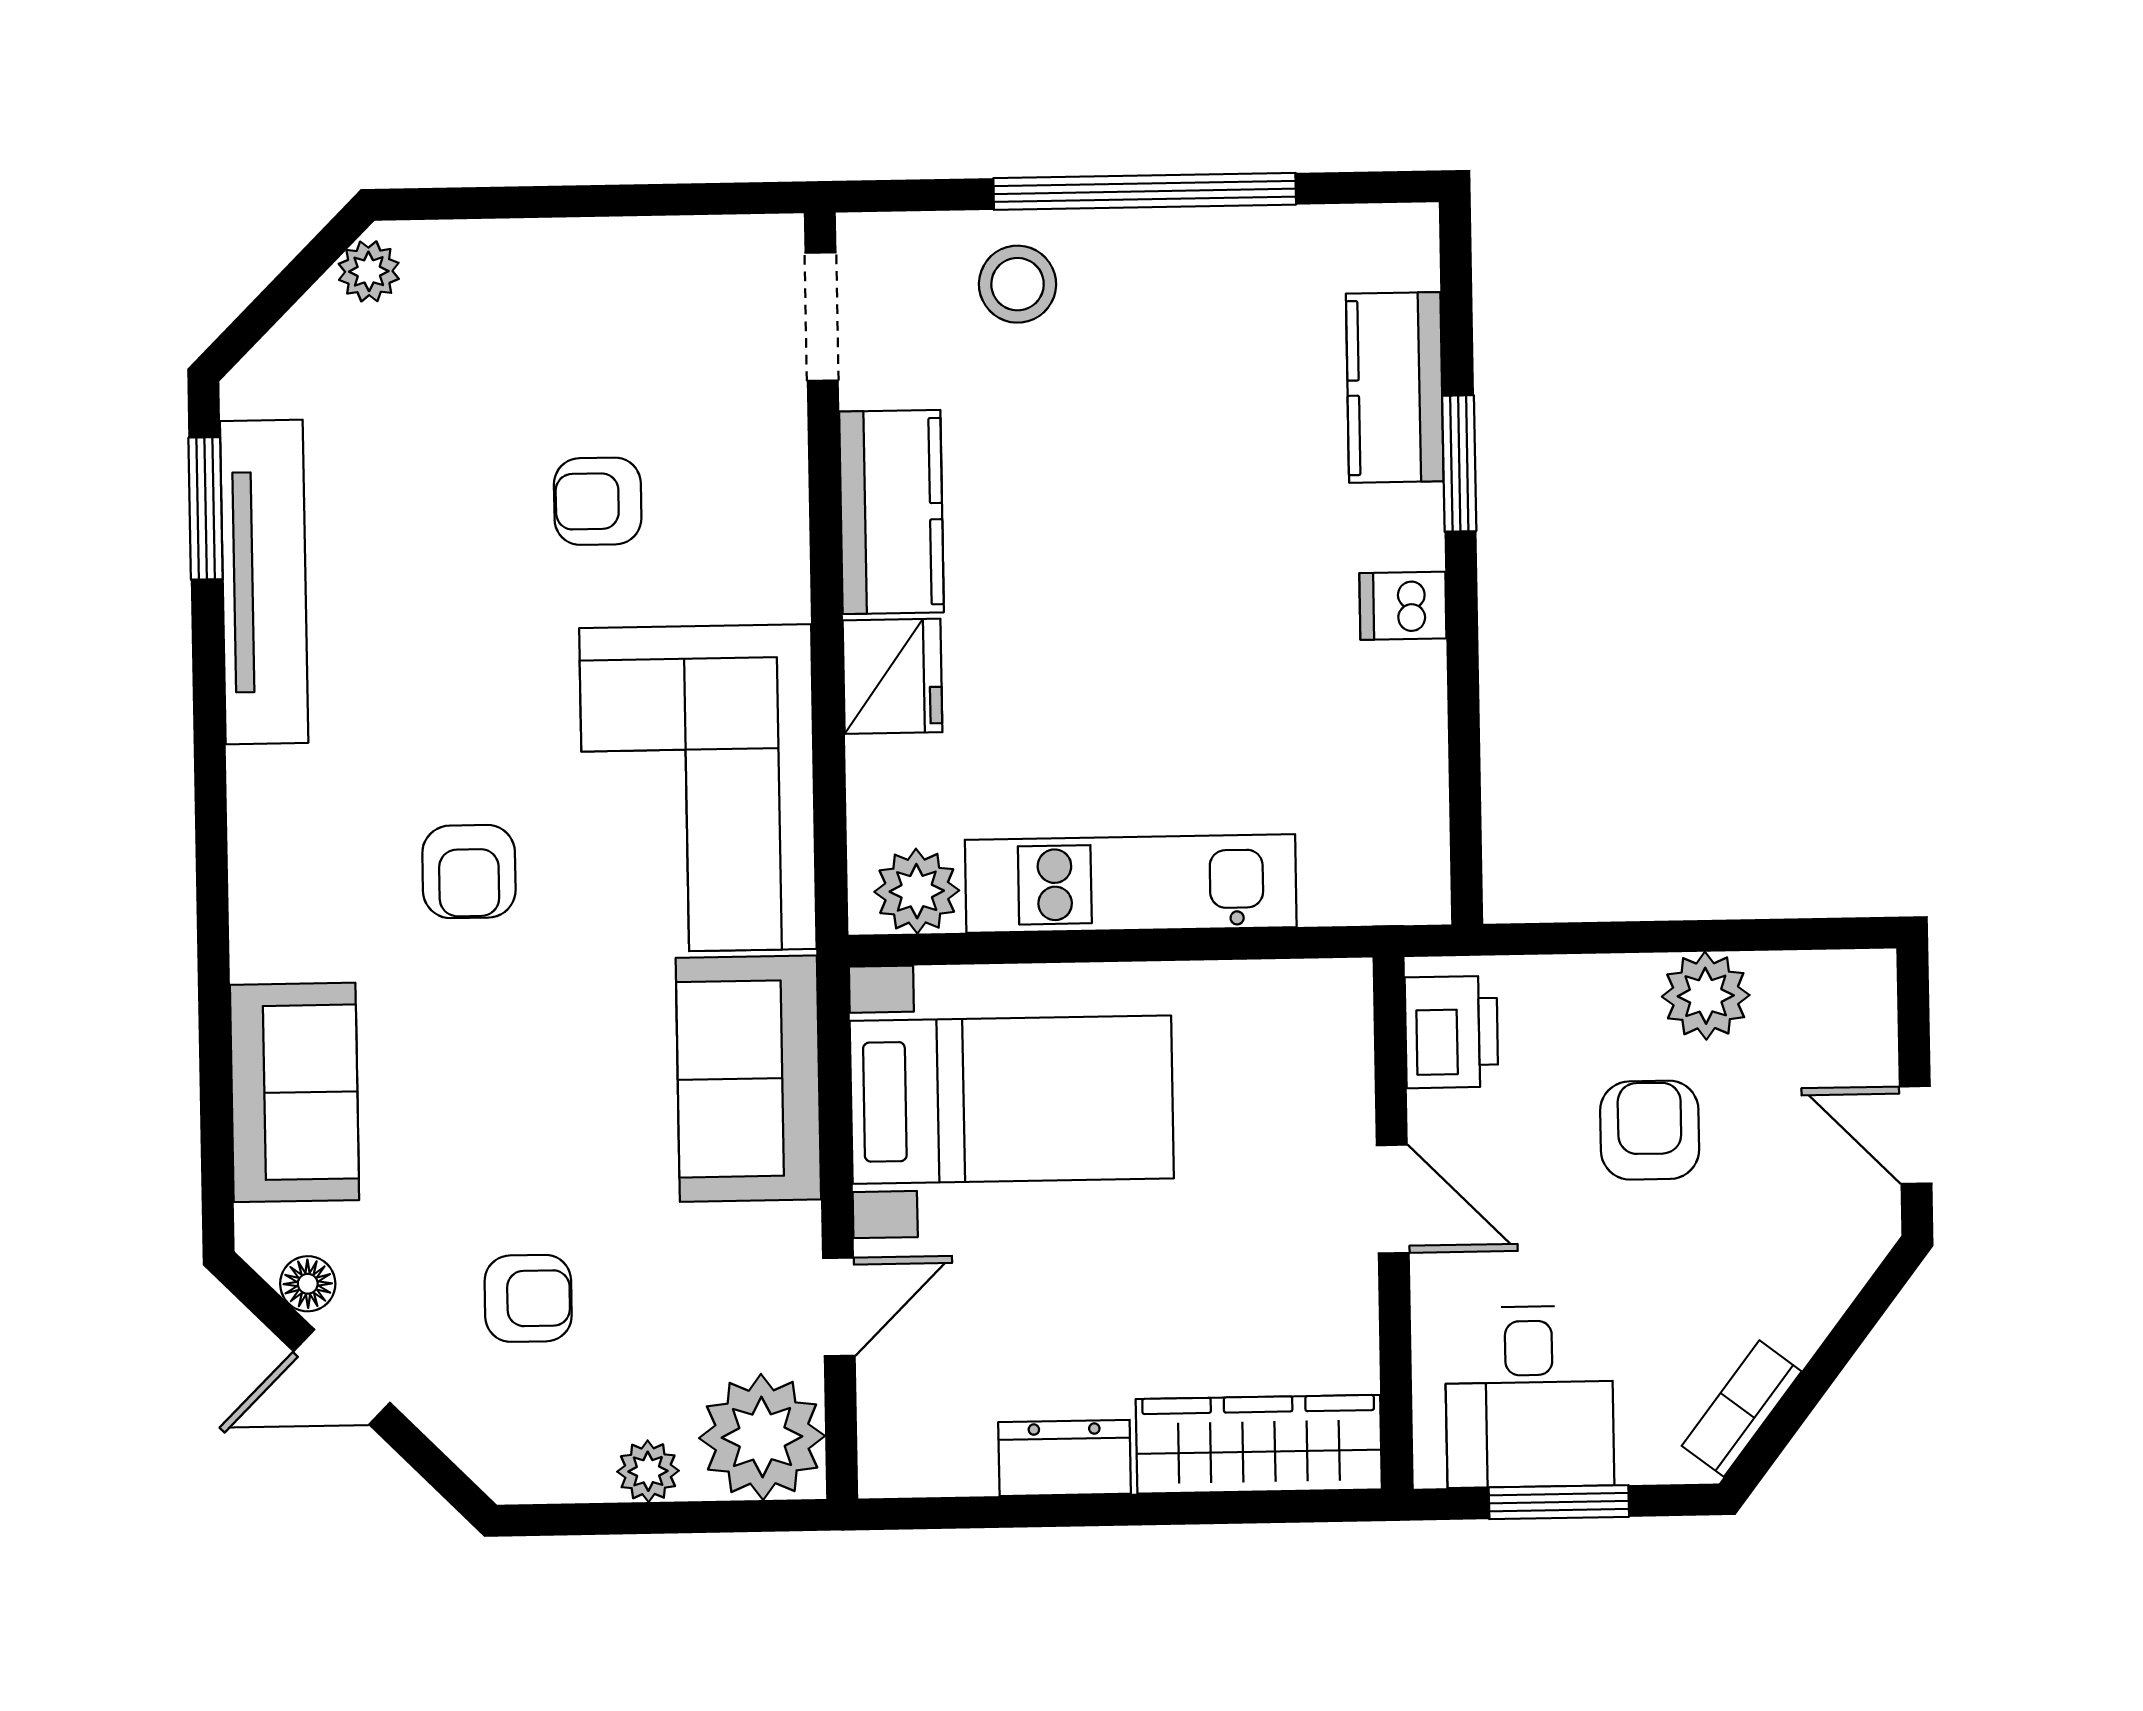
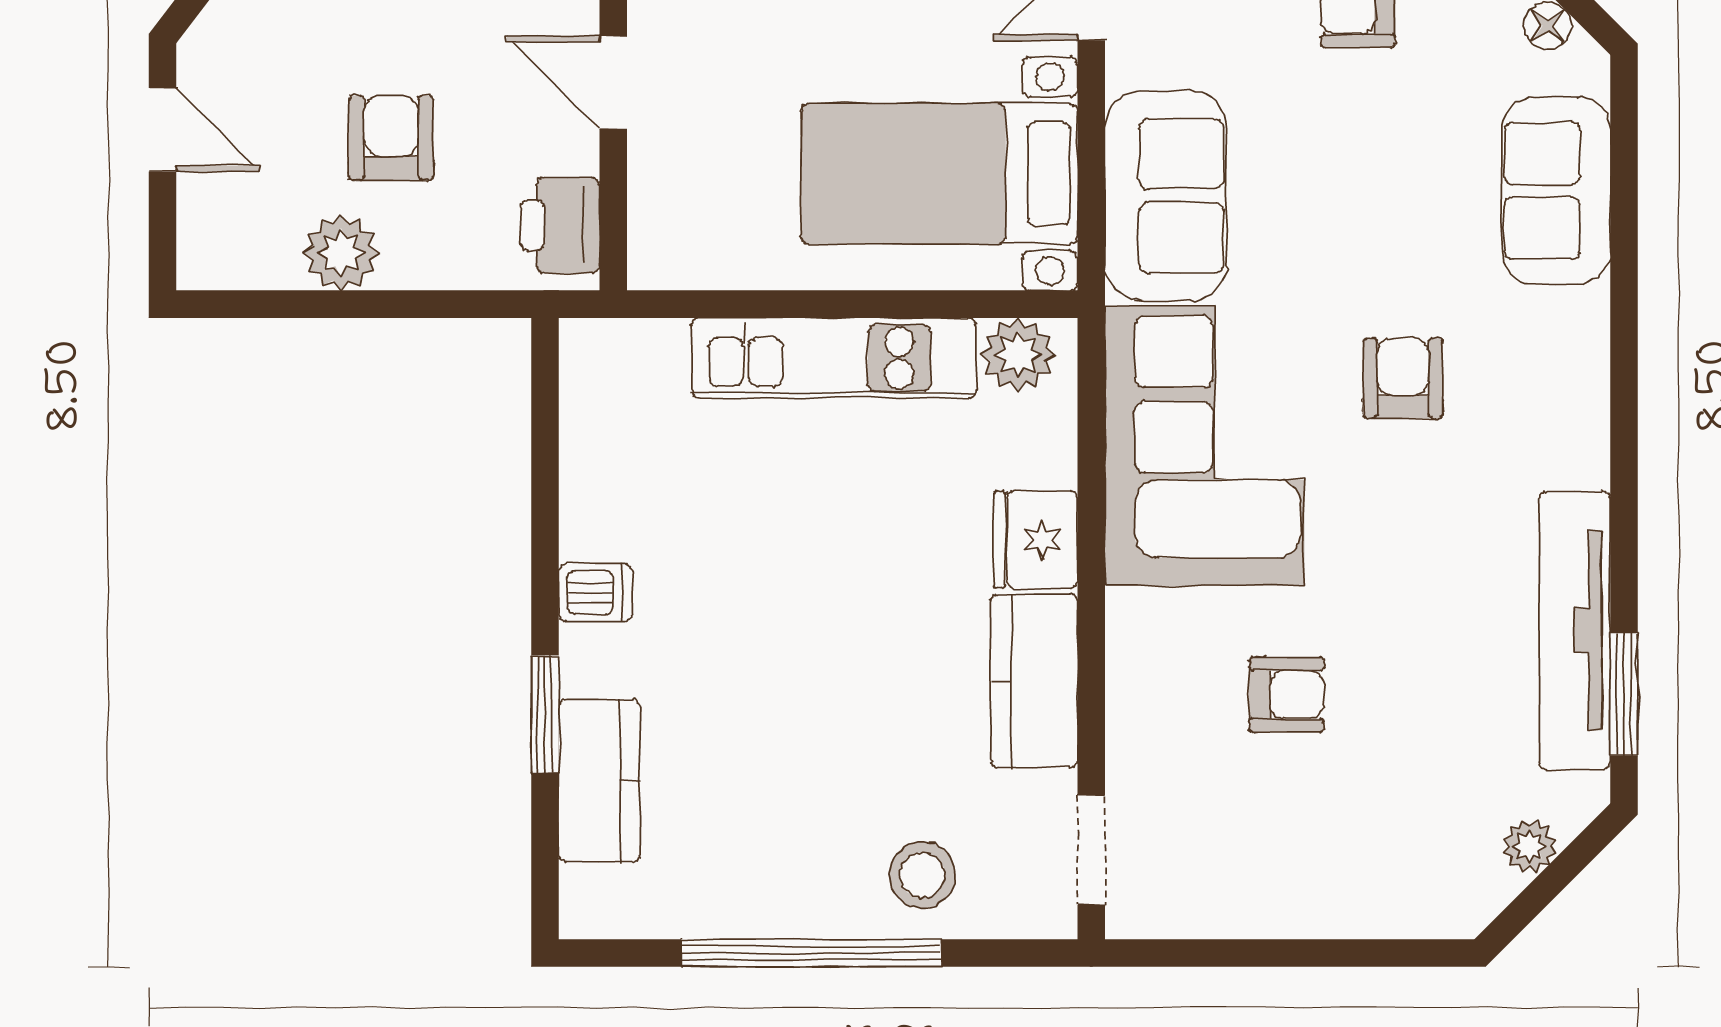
plant: (369, 271) -> (1529, 846), moved
armchair: (1650, 1130) -> (391, 138), turned 180

